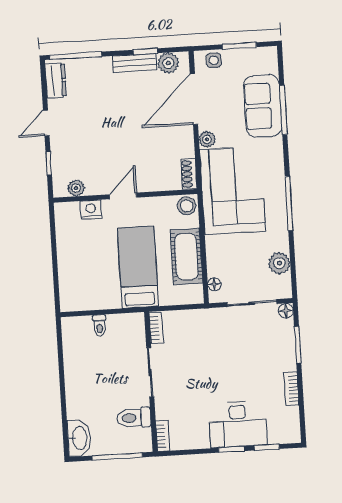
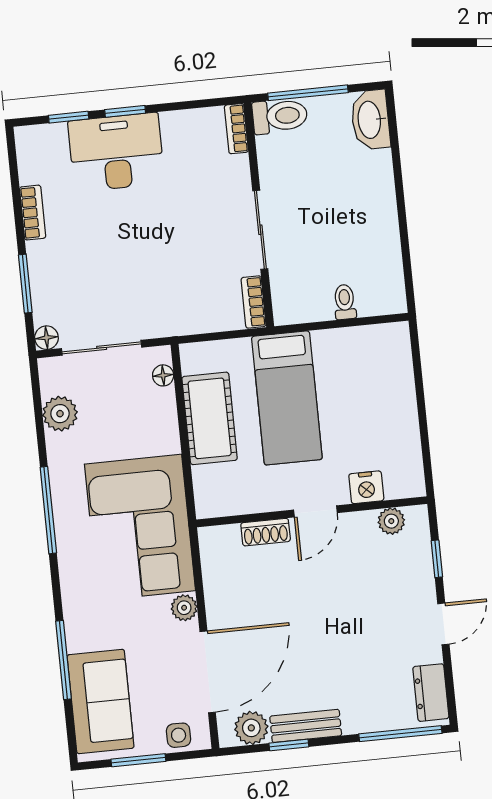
sofa: (263, 106) -> (101, 701), moved
shoe rack: (189, 174) -> (266, 532), moved, turned 90
stool: (187, 206) -> (213, 500), removed
toilet: (134, 418) -> (280, 116), moved

